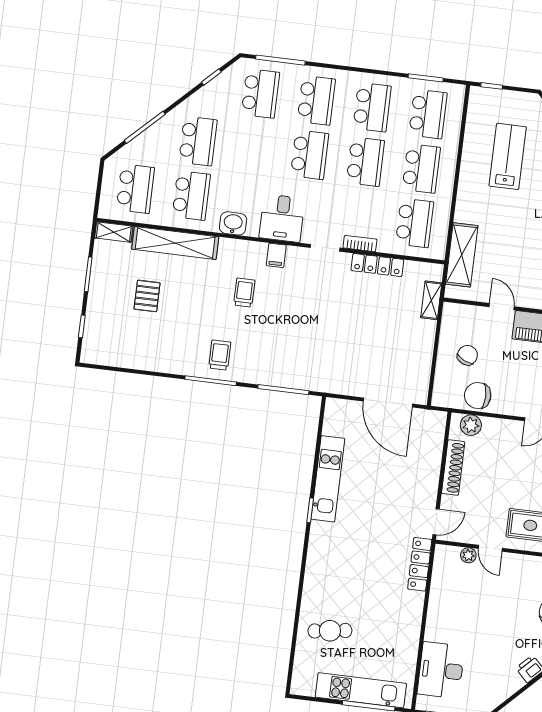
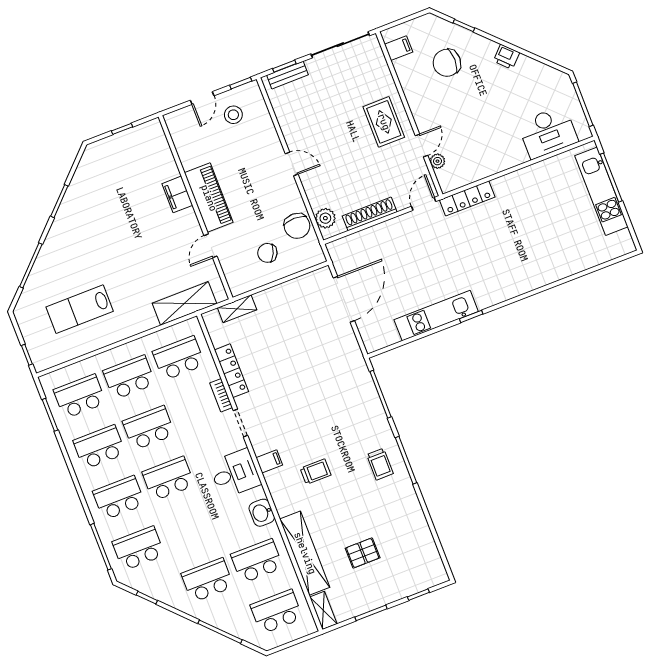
trolley: (244, 293) -> (315, 472), turned 180
trolley: (220, 355) -> (380, 464), turned -90
door: (436, 522) -> (424, 204), hinge flipped
cafe table: (330, 631) -> (565, 245), removed

